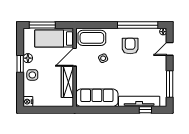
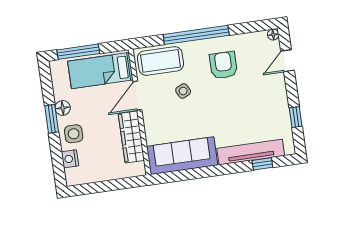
window: (138, 25) -> (196, 35), moved
window: (170, 84) -> (296, 117), width x0.46
nightstand: (28, 102) -> (70, 159), moved

